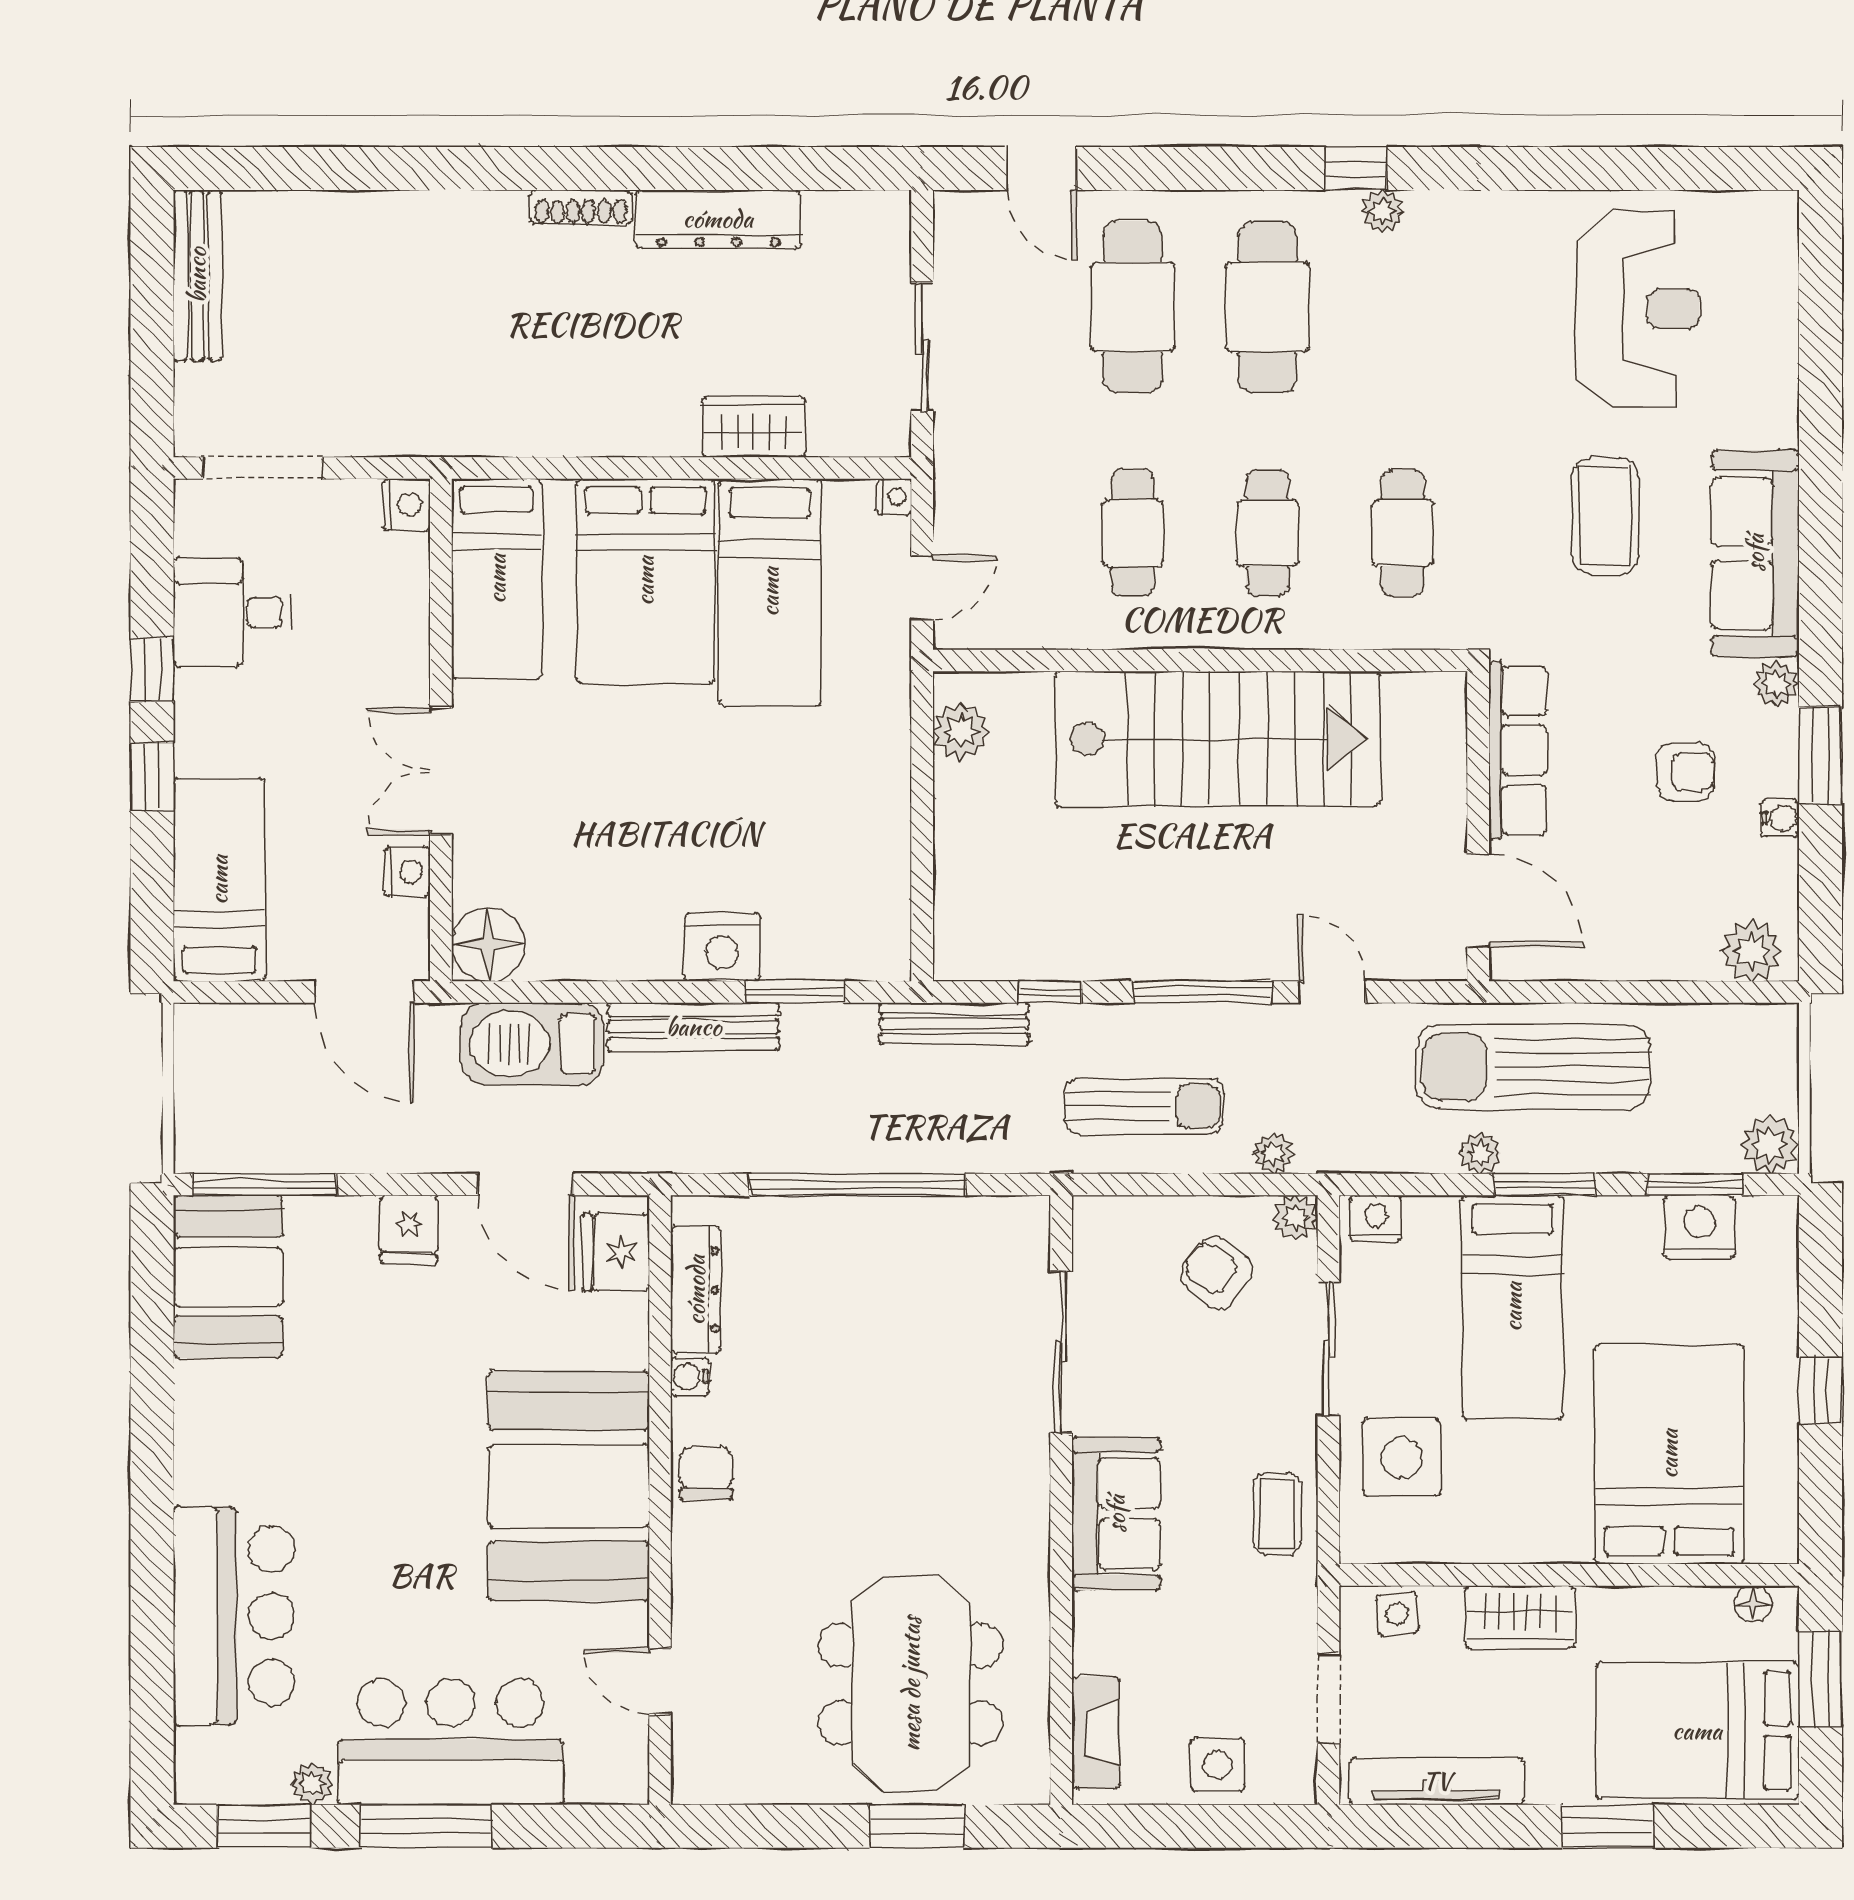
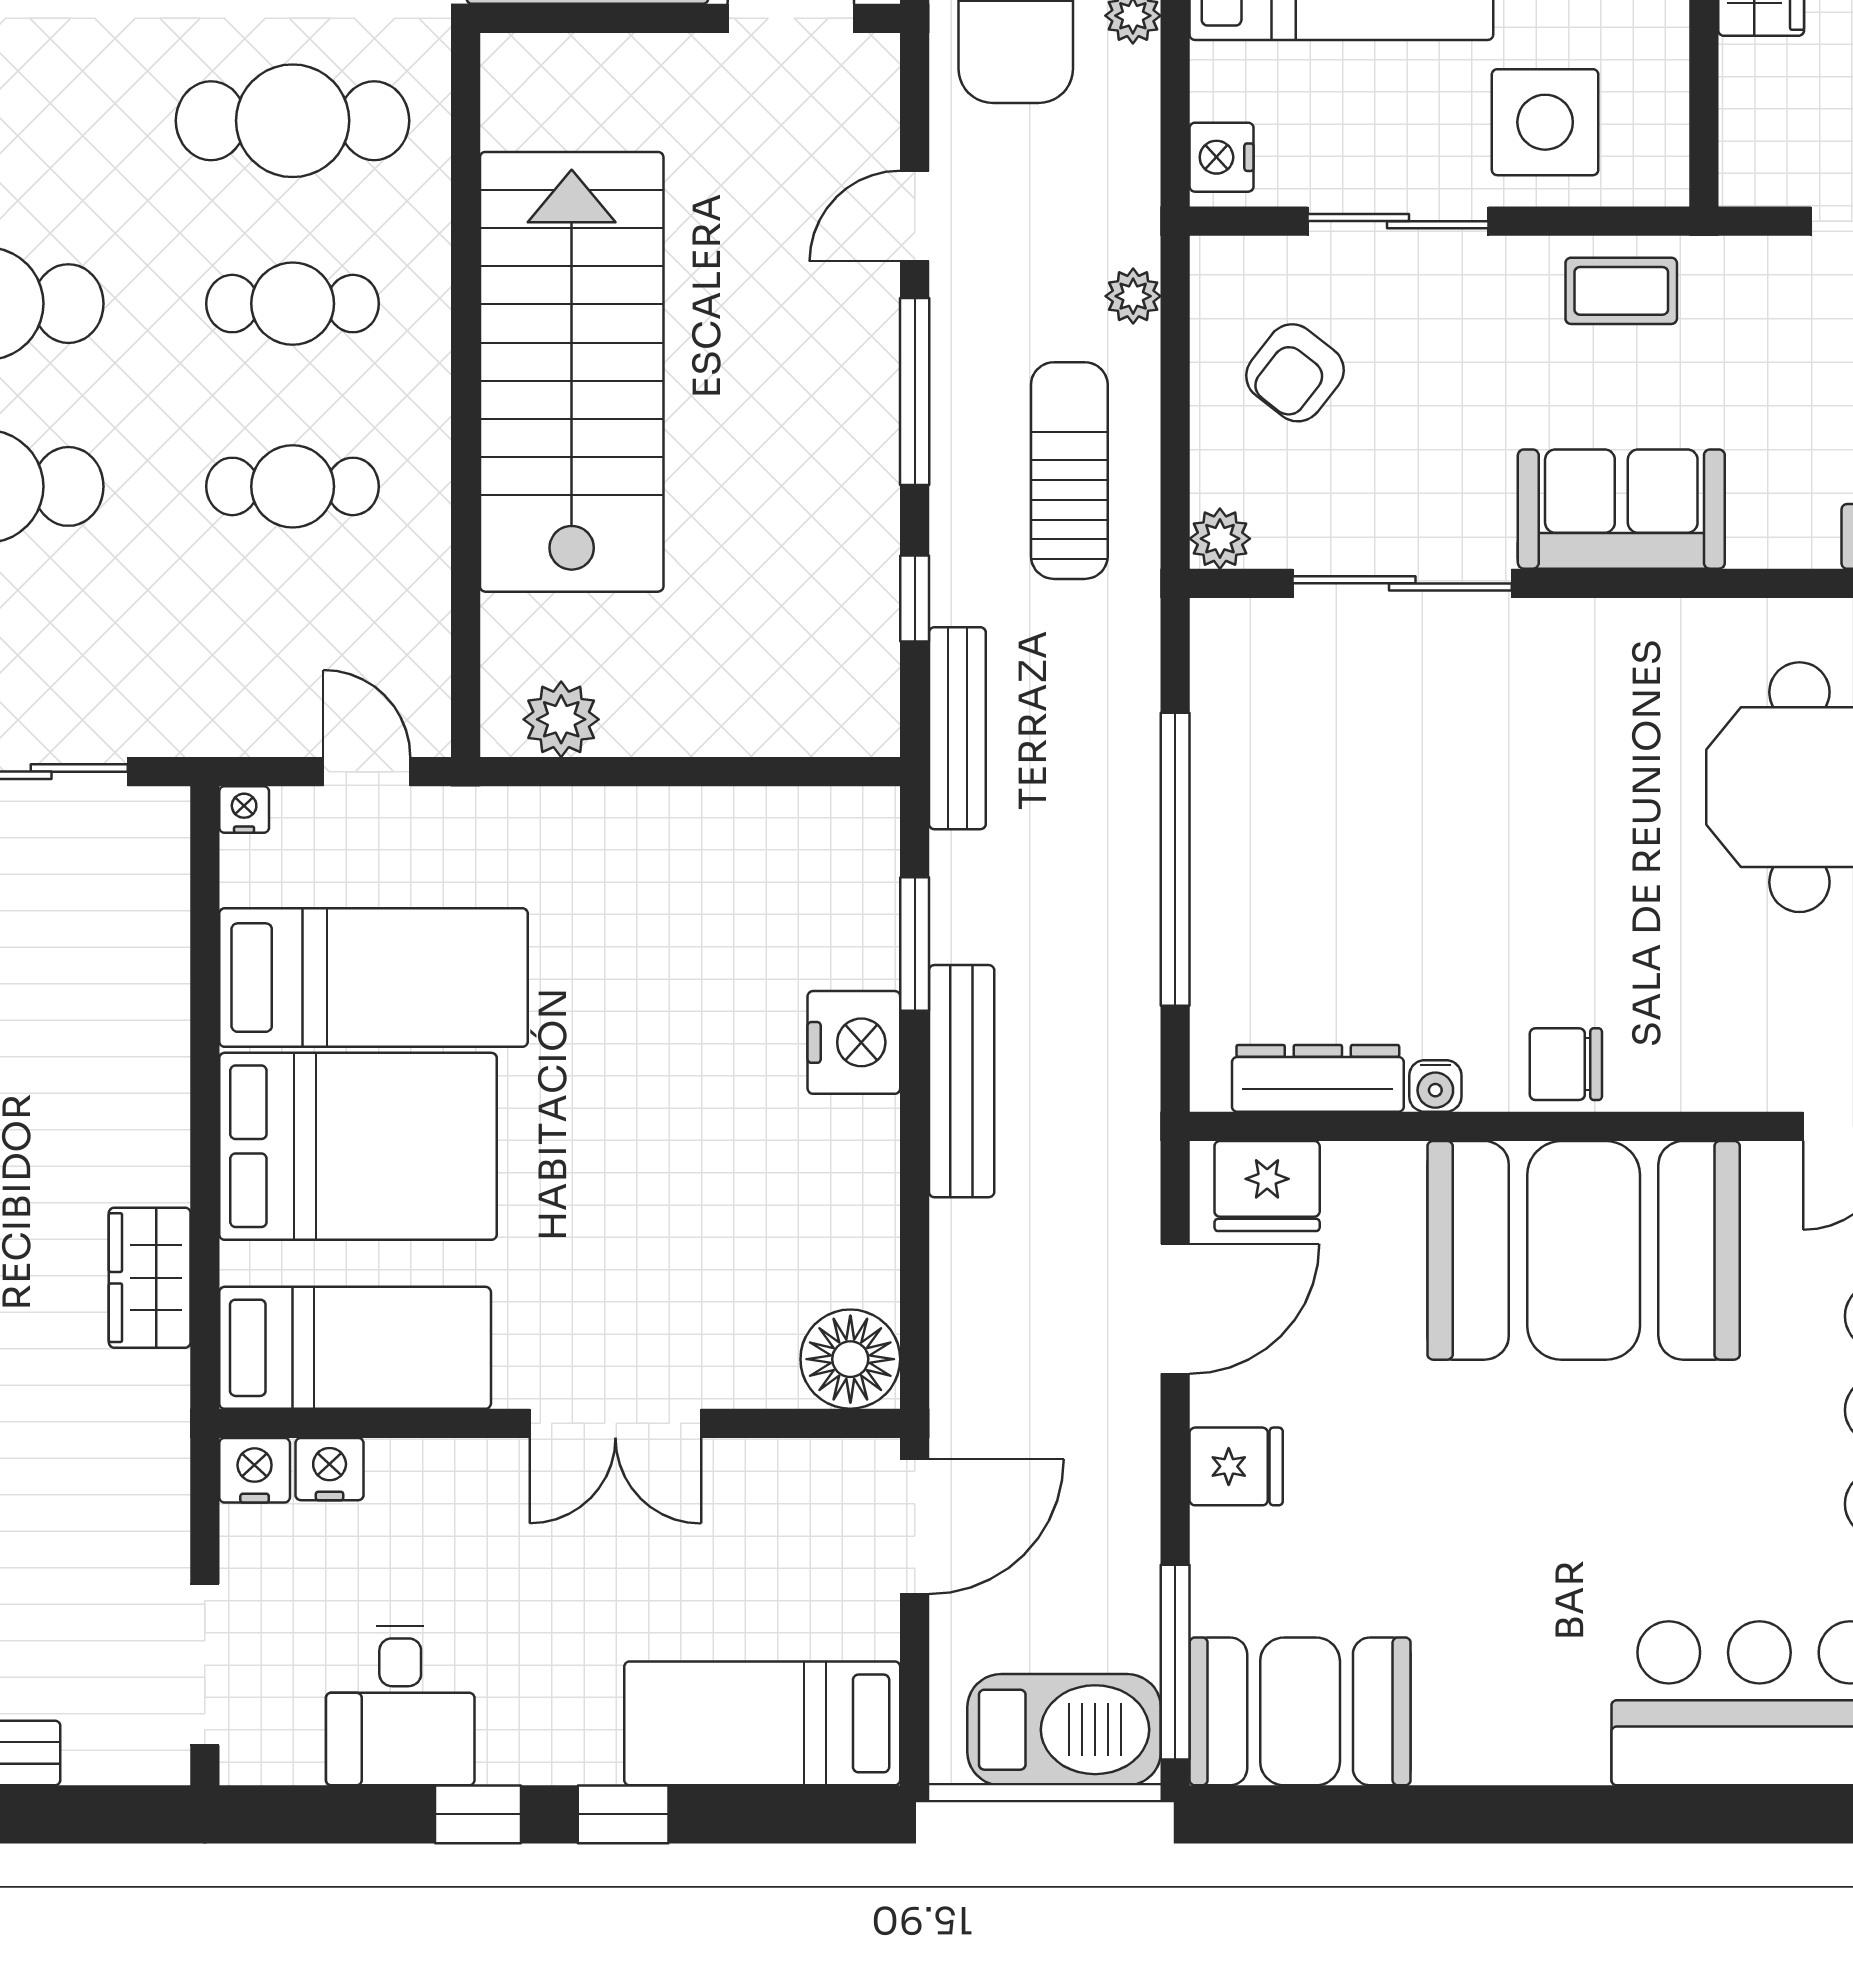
wardrobe: (754, 427) -> (150, 1278), moved
cafe table: (1403, 533) -> (293, 121), width x1.37, depth x1.35
nightstand: (407, 872) -> (330, 1469), moved
barbecue: (532, 1044) -> (1064, 1730), moved, turned -90
plant: (1295, 1218) -> (1220, 539), moved
side table: (1397, 1614) -> (1757, 128), removed

